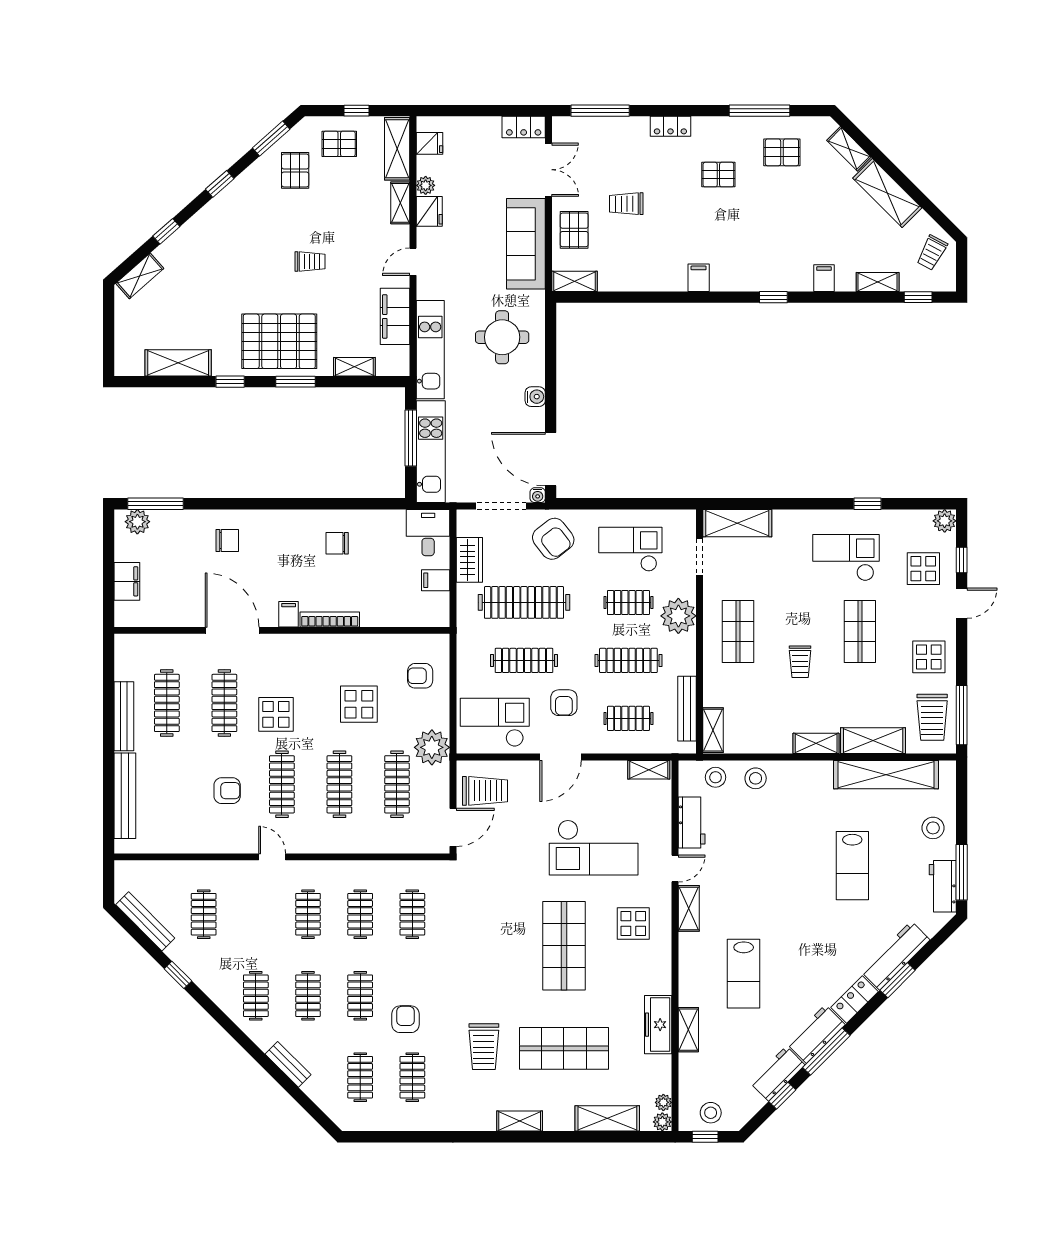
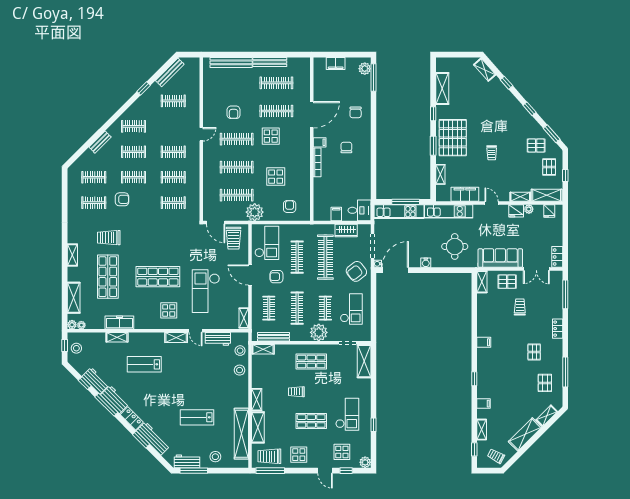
chair: (337, 543) -> (346, 148), moved

